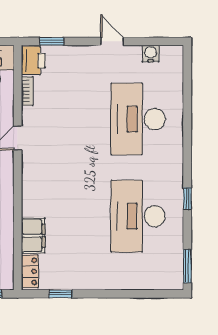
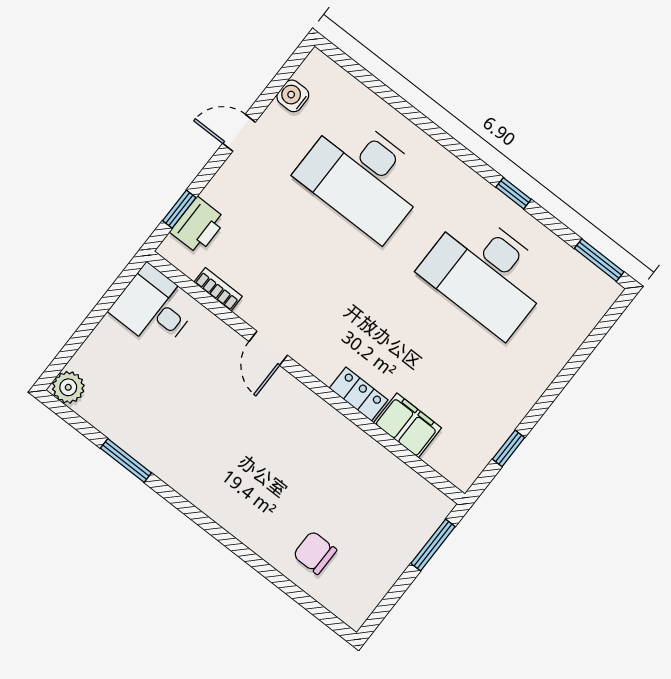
printer: (33, 61) -> (198, 226), moved, turned 90
locker: (30, 271) -> (359, 394), moved

